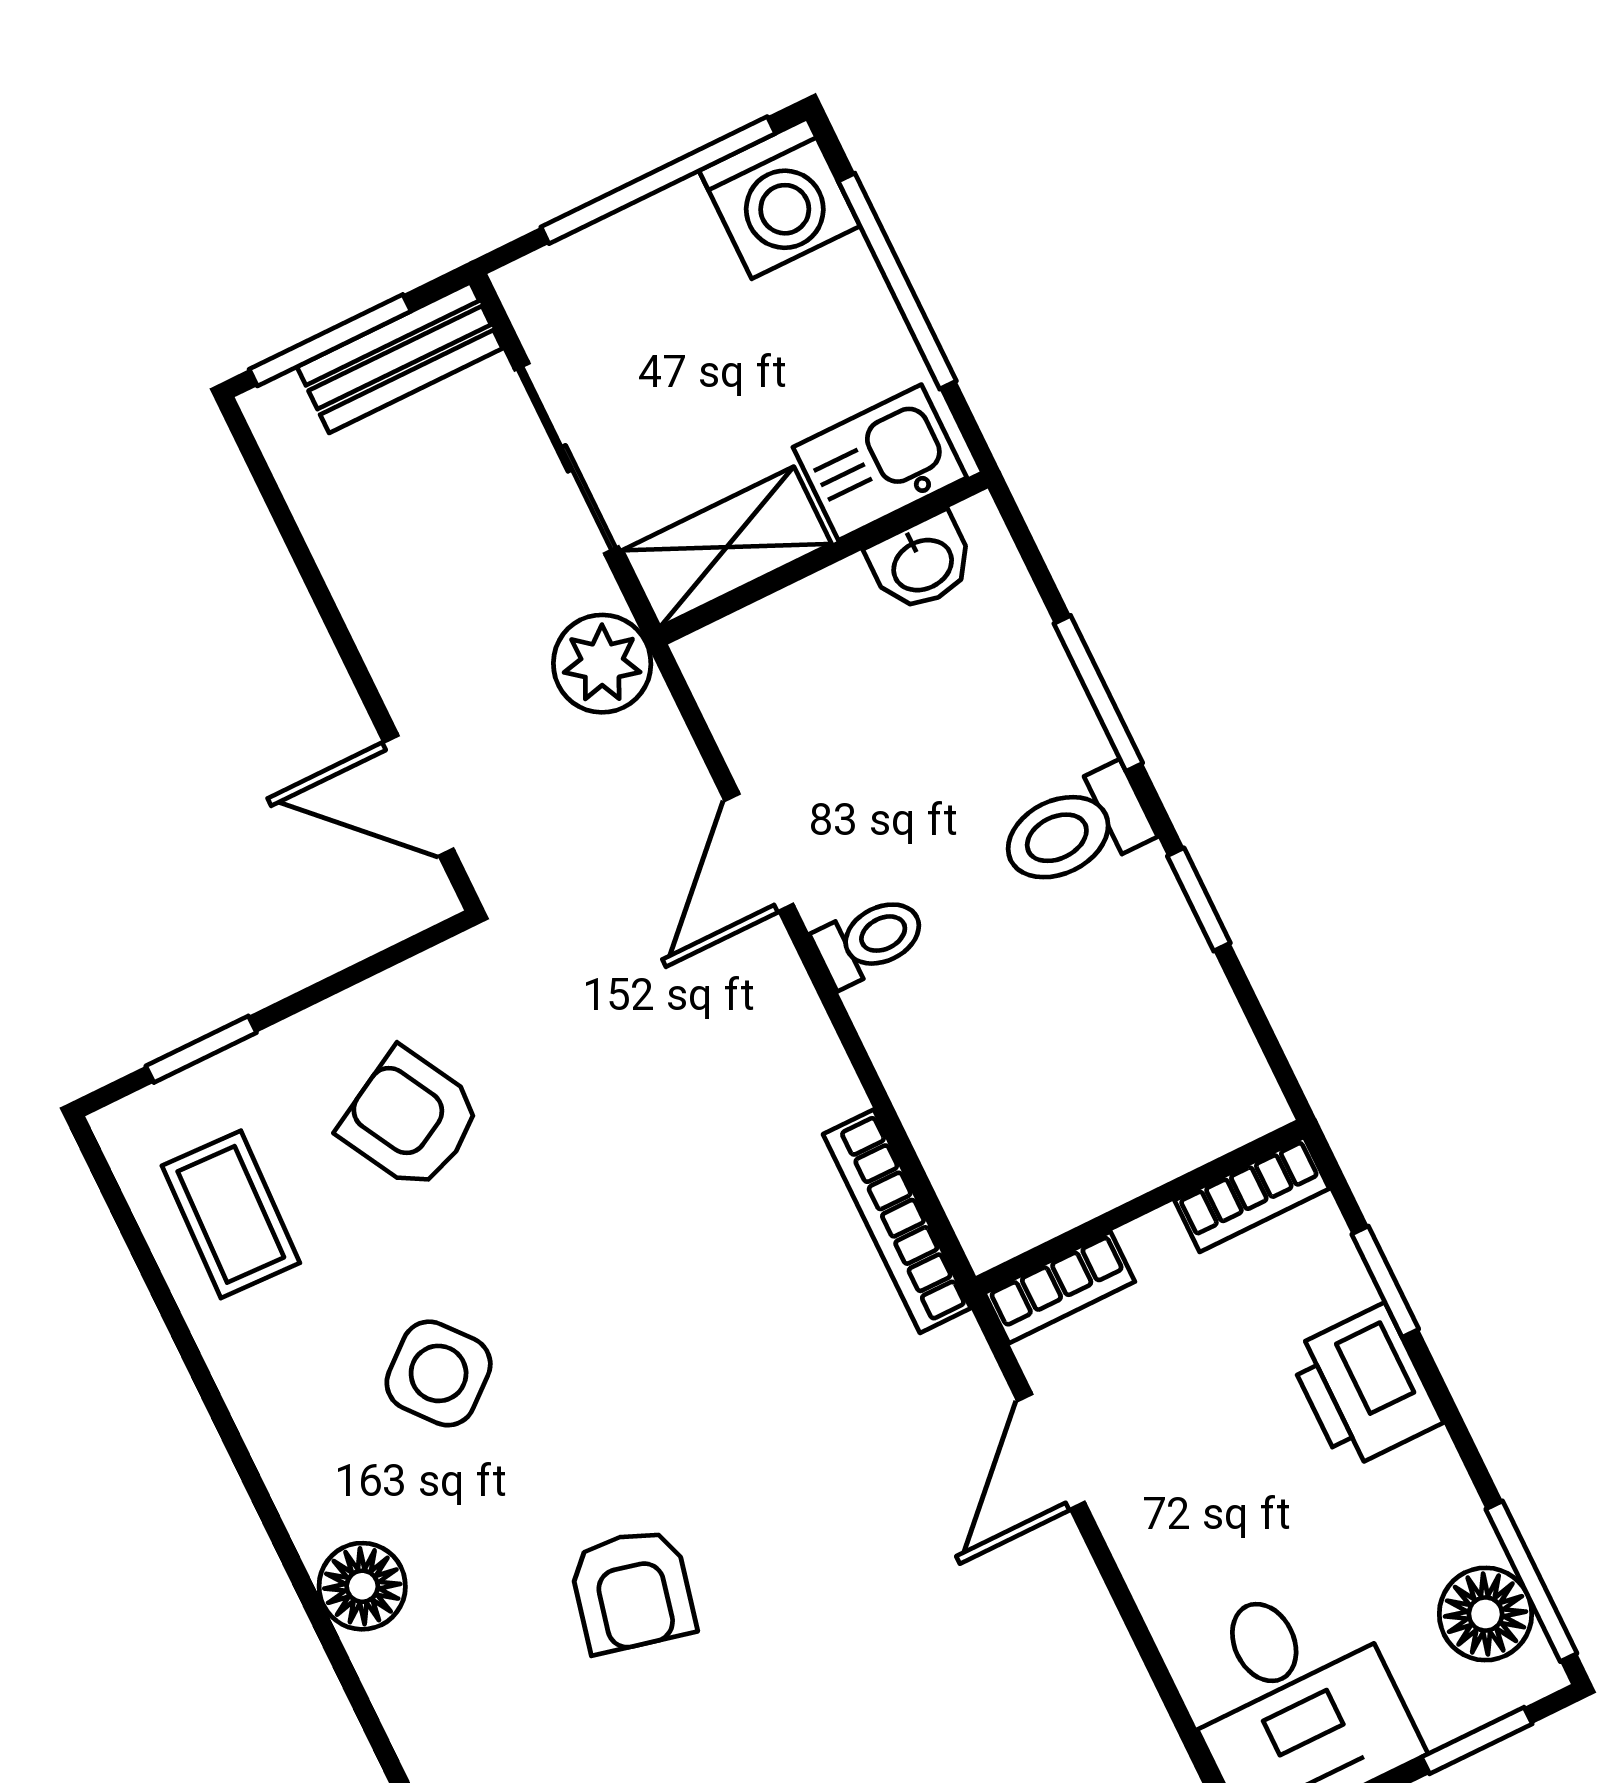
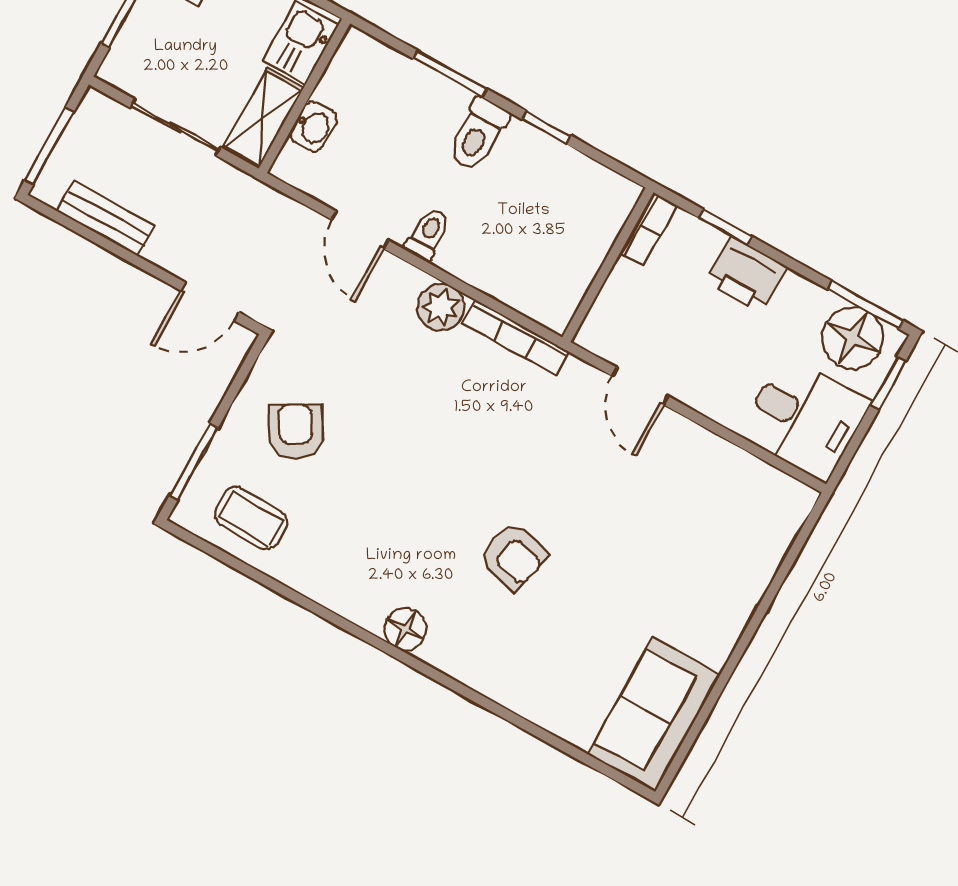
bench: (400, 358) -> (106, 218), moved, turned 90
washbasin: (922, 563) -> (314, 127), moved
plant: (602, 664) -> (441, 307), moved
window: (201, 1049) -> (194, 461), width x1.50
armchair: (411, 1119) -> (296, 432), turned 88
bookcase: (1060, 1287) -> (598, 319), removed
side table: (439, 1373) -> (377, 524), removed
floor lamp: (1485, 1614) -> (853, 338), width x1.38, depth x1.38

